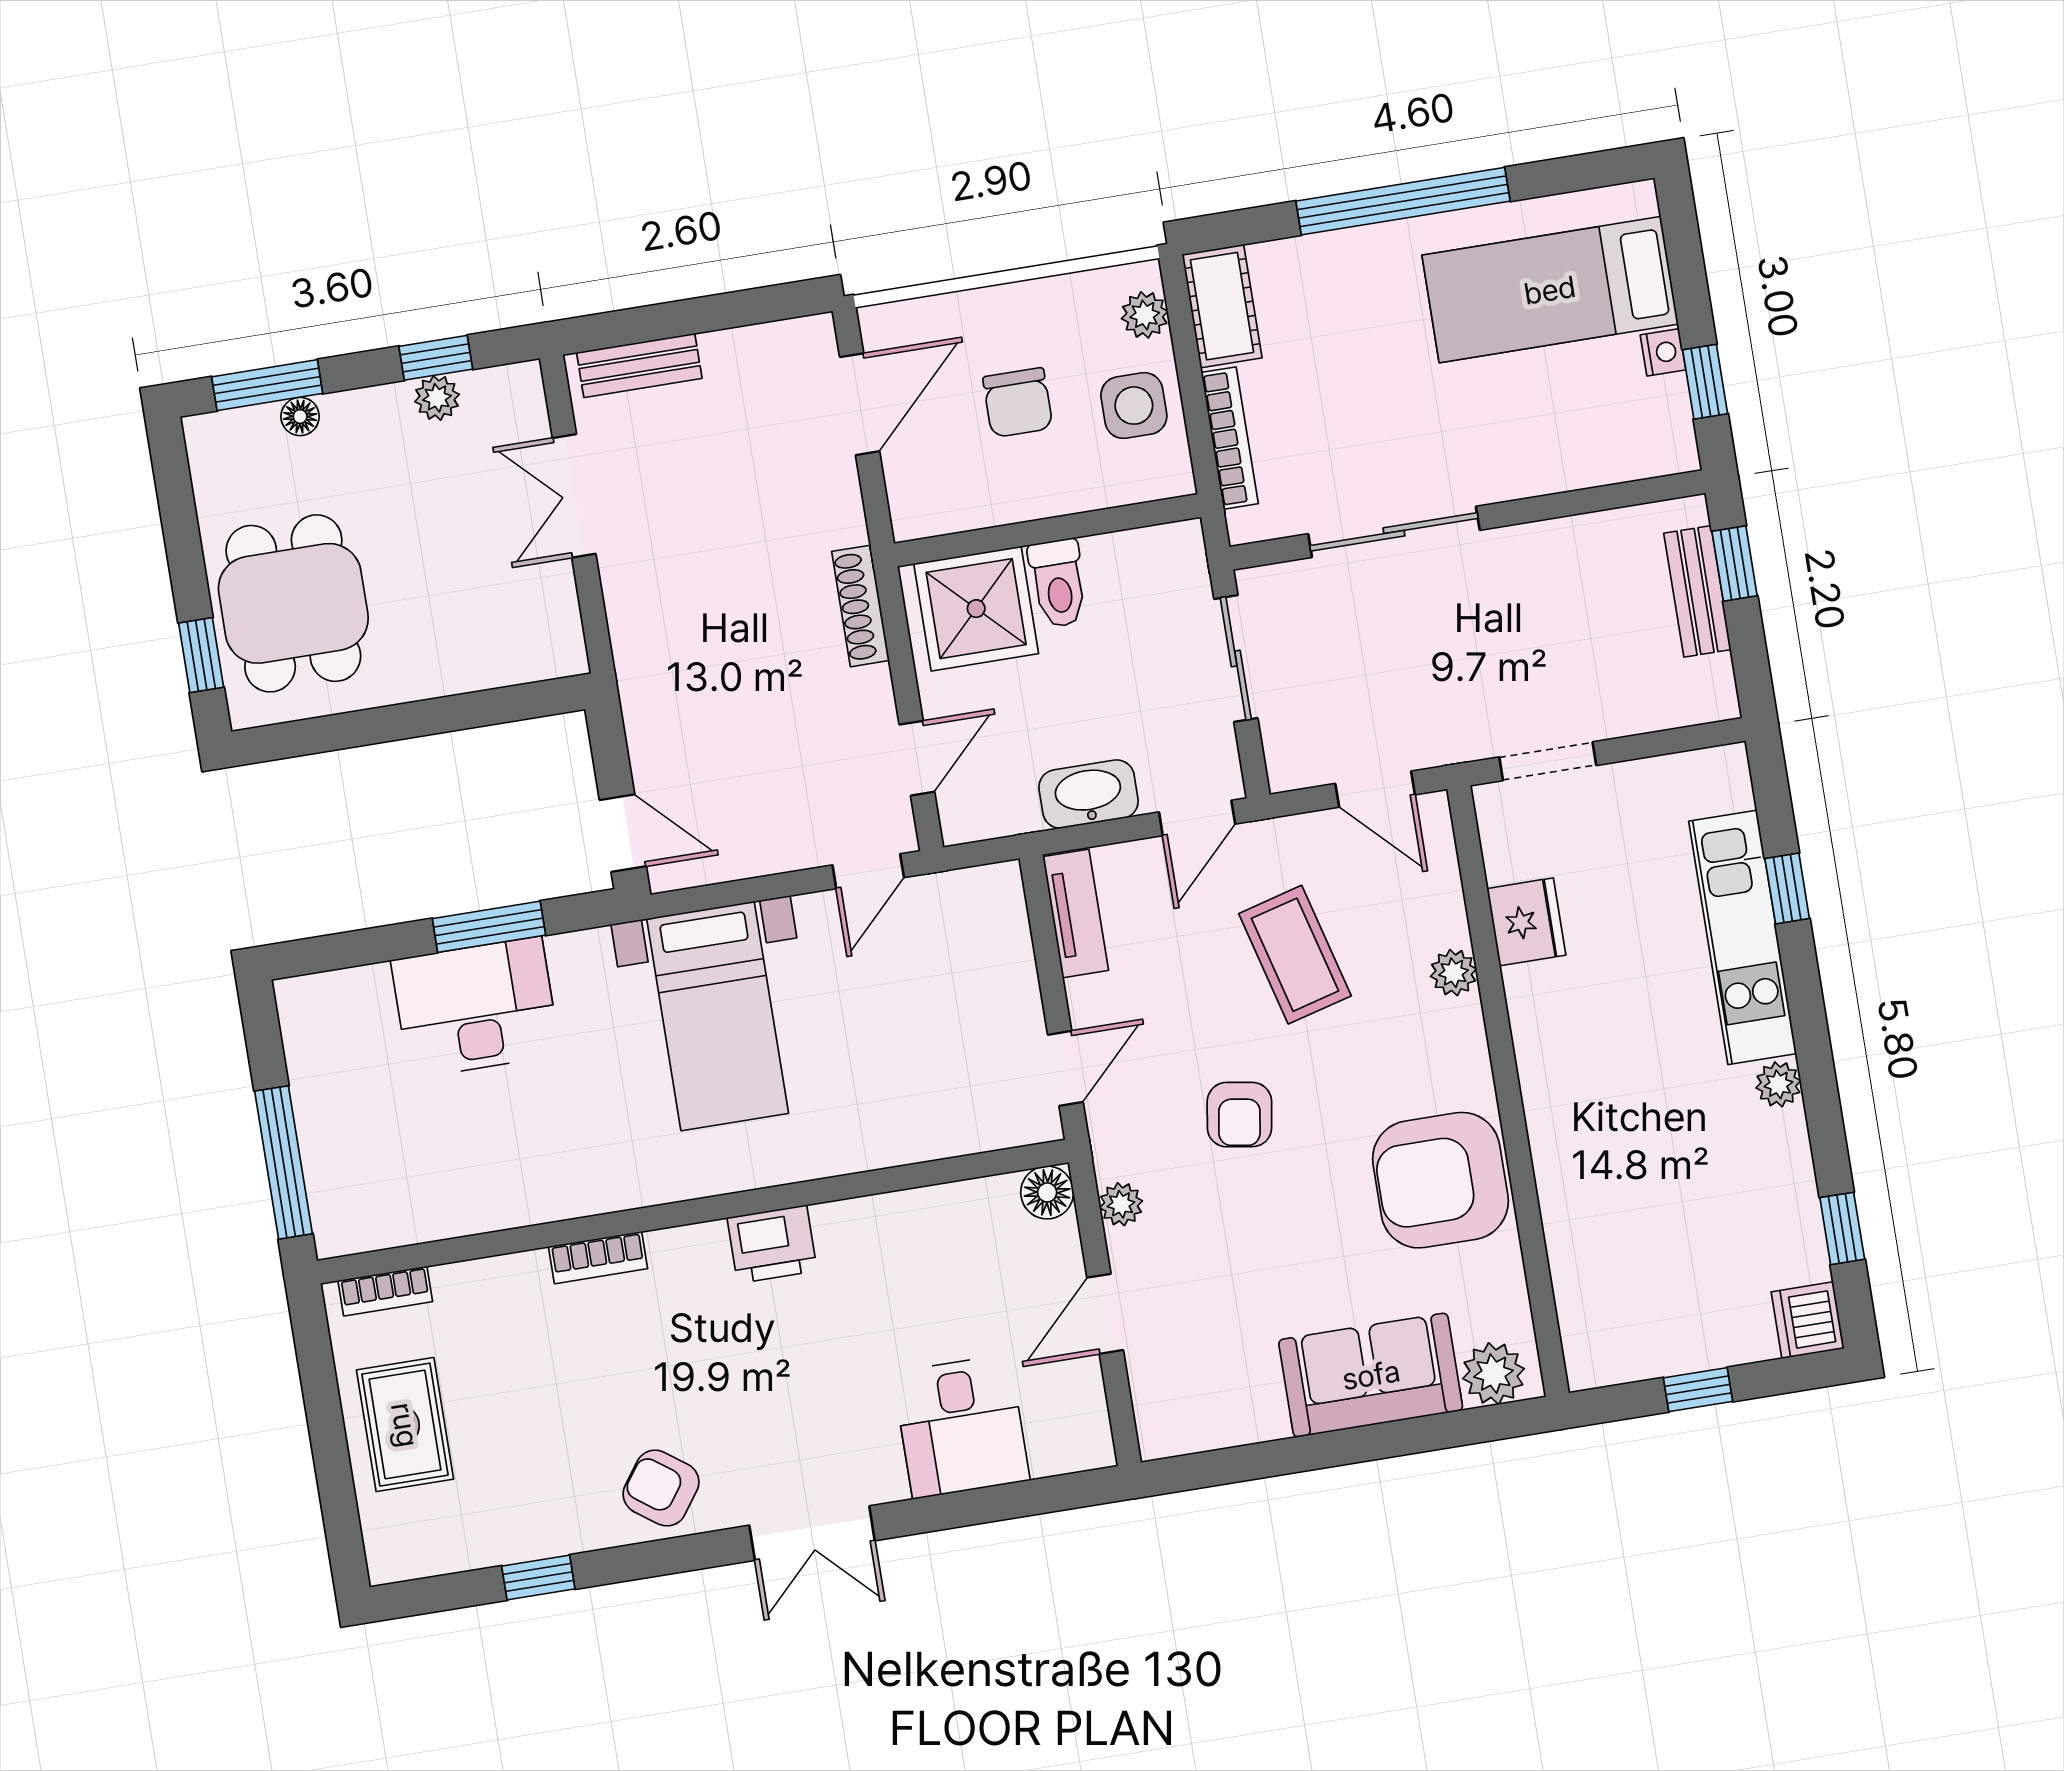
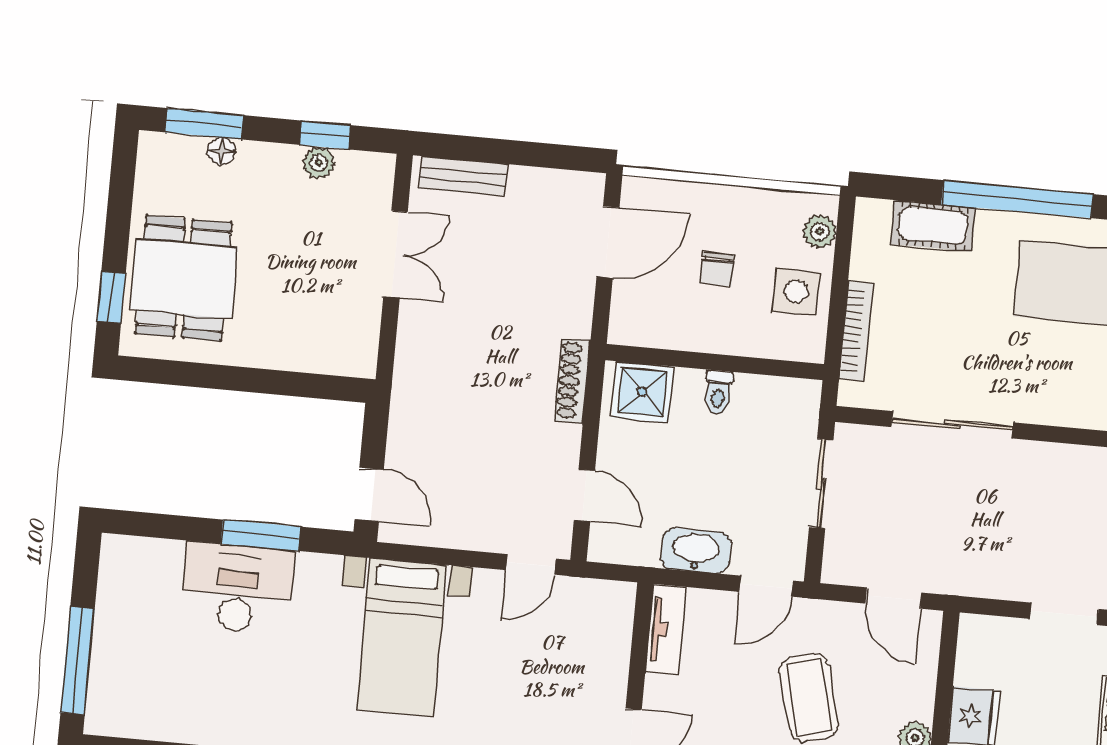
cot: (1222, 306) -> (933, 226), moved, turned 90
chair: (1018, 403) -> (717, 269), width x0.73, depth x0.73
double door: (574, 496) -> (396, 254), swing flipped
toilet: (1058, 583) -> (718, 392), width x0.73, depth x0.72
shower: (976, 609) -> (642, 392), width x0.73, depth x0.73
door: (917, 758) -> (584, 495), hinge flipped
doorway: (1548, 761) -> (1064, 614), moved

